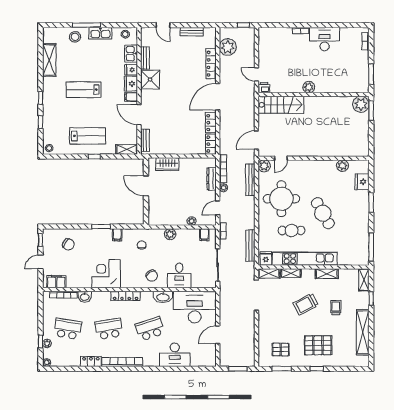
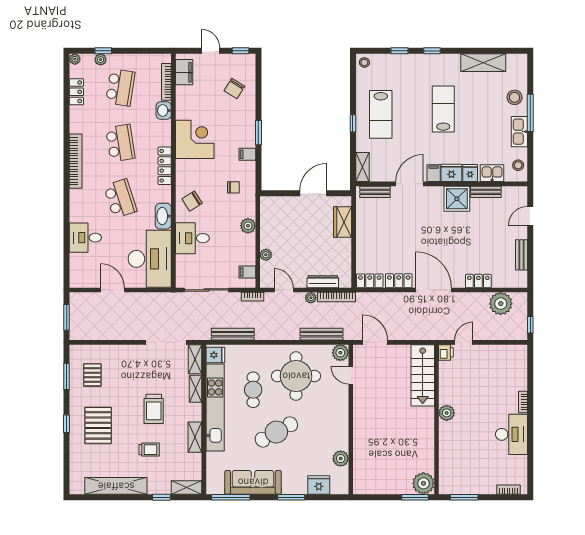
locker: (211, 64) -> (478, 281), width x0.66
sofa: (360, 231) -> (253, 482), added
trolley: (306, 304) -> (154, 409), turned -152
desk: (175, 355) -> (85, 238), width x0.73
locker: (91, 361) -> (76, 92), moved

